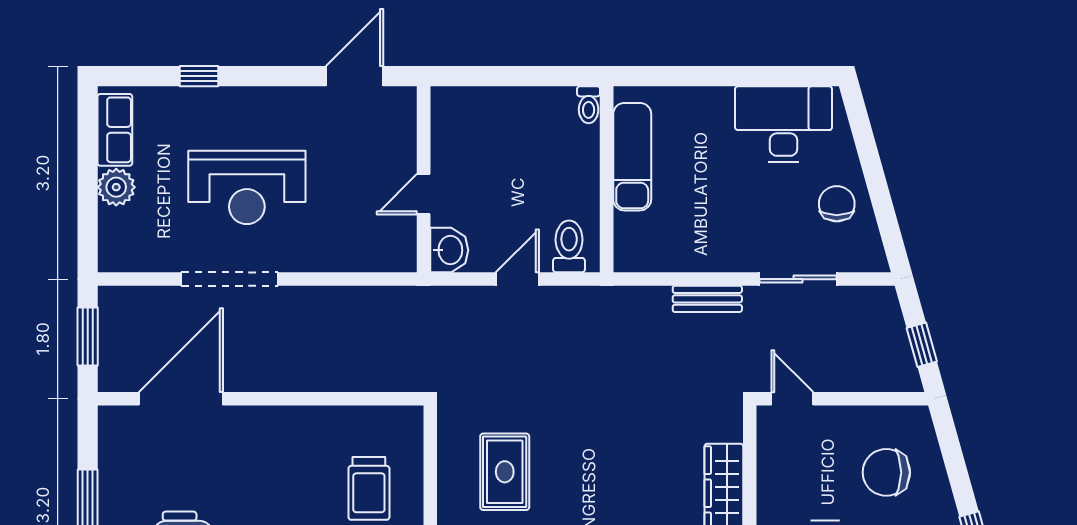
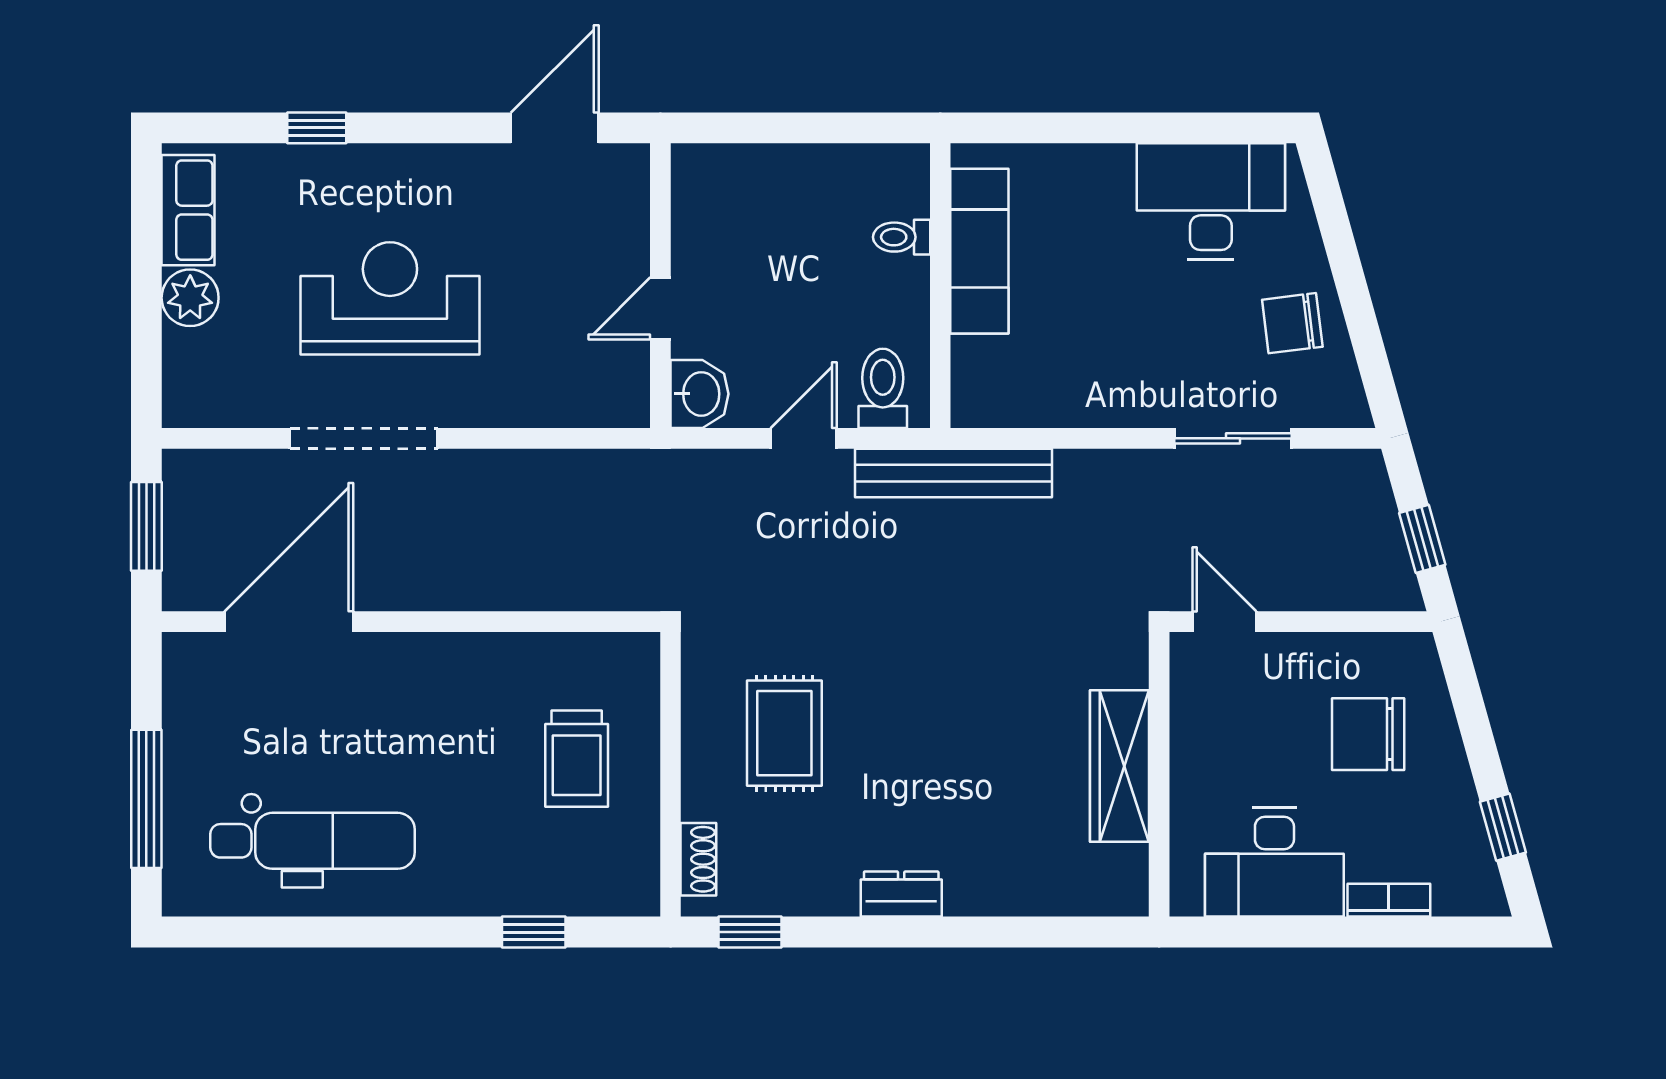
toilet: (589, 105) -> (902, 237), moved, turned 90
reception desk: (247, 187) -> (390, 298), turned 180
chair: (837, 204) -> (1292, 323), turned -97
bench: (707, 299) -> (953, 473), moved, width x1.86, depth x1.21

